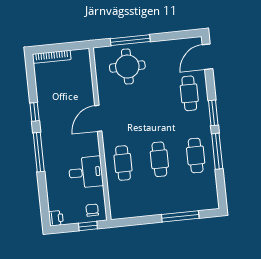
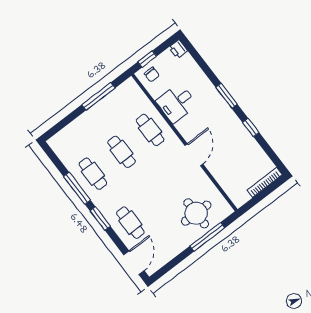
window: (39, 152) -> (227, 96), width x0.69
window: (180, 216) -> (98, 96), moved

